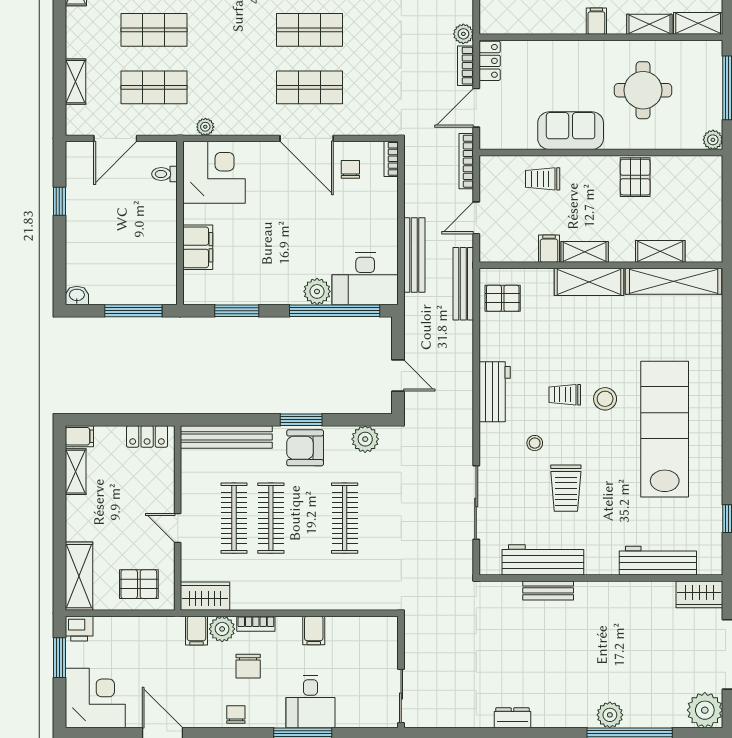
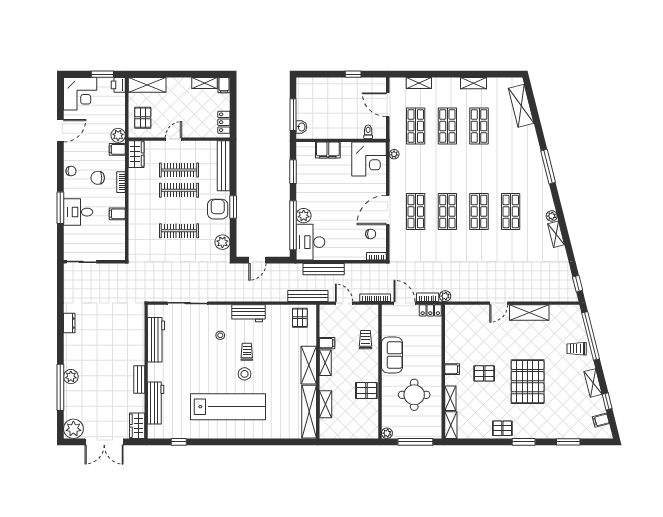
washbasin: (77, 295) -> (301, 127), moved
trolley: (566, 488) -> (195, 352), removed
bench: (548, 590) -> (139, 380), moved
plant: (222, 629) -> (118, 135), moved

